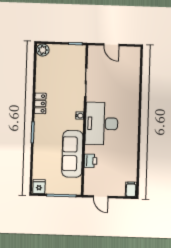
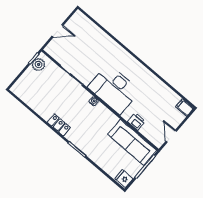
plant: (43, 50) -> (39, 65), moved
sofa: (72, 154) -> (132, 142), moved
door: (101, 197) -> (171, 136), swing flipped

